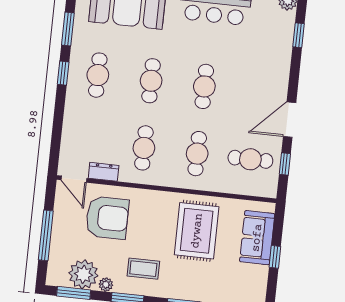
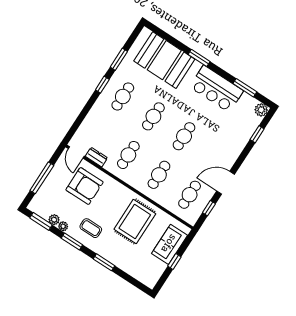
cafe table: (250, 159) -> (190, 195), turned 90
plant: (83, 274) -> (54, 220), width x0.53, depth x0.53

